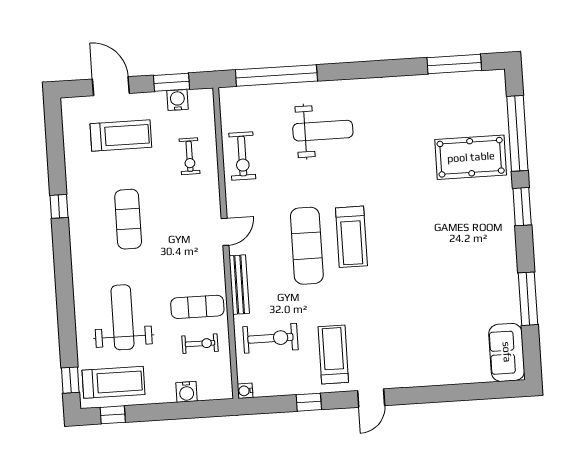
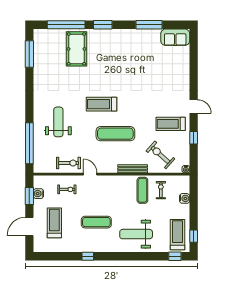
door: (225, 232) -> (90, 174), moved
treadmill: (351, 237) -> (102, 104), moved, turned 180
weight bench: (122, 317) -> (136, 234), moved
exercise bike: (270, 338) -> (160, 155), turned -48

